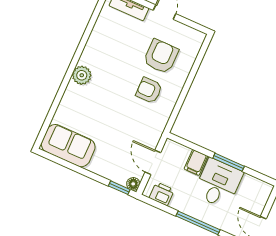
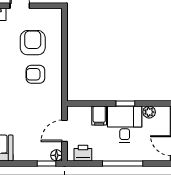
door: (153, 162) -> (65, 131), hinge flipped
window: (229, 162) -> (125, 103), width x0.67
plant: (249, 182) -> (149, 112), added

